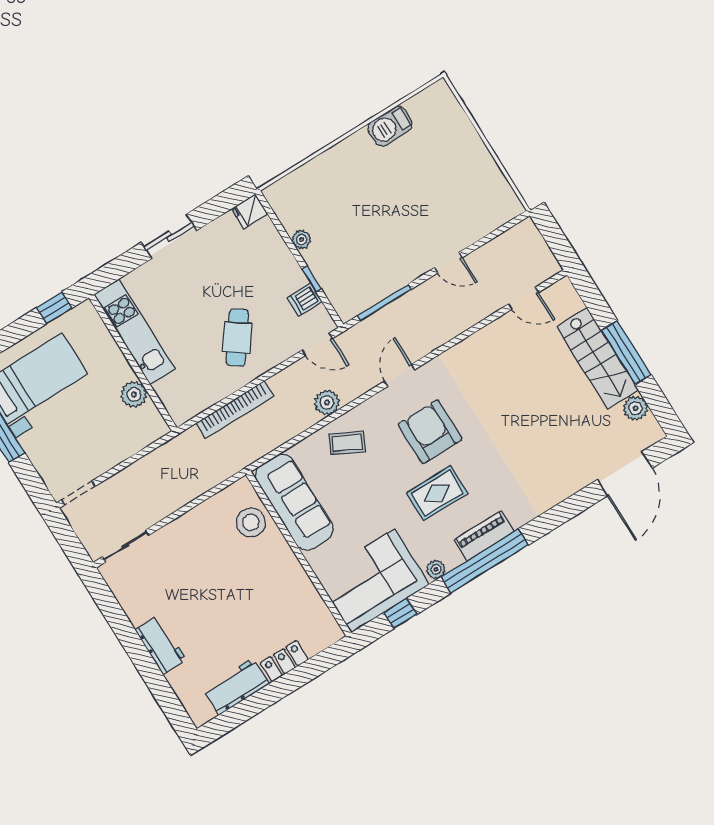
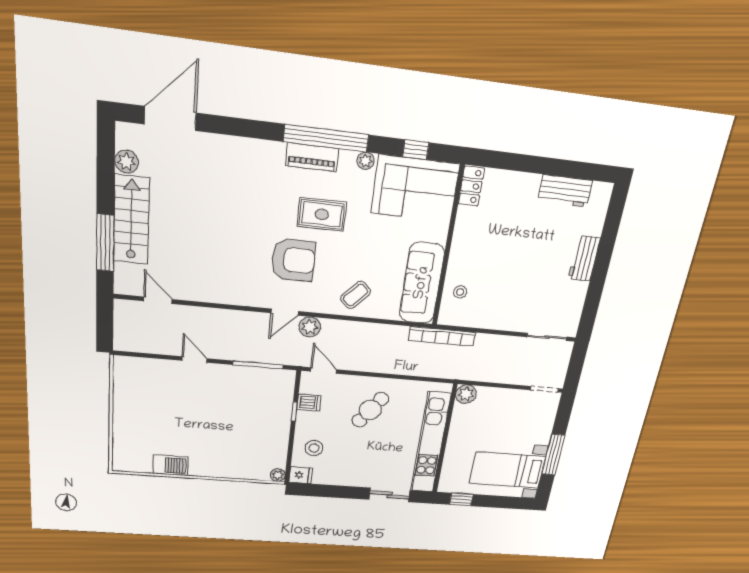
sliding door: (169, 236) -> (390, 495), moved
plant: (302, 239) -> (278, 475), moved
stool: (260, 253) -> (314, 448), added
kitchen unit: (134, 331) -> (431, 443), width x1.36
window: (626, 352) -> (105, 243), moved
plant: (134, 394) -> (466, 394), moved
plant: (327, 402) -> (310, 327), moved
bookcase: (235, 410) -> (442, 336), moved, turned 180
armchair: (430, 432) -> (293, 260), turned -90
coffee table: (347, 443) -> (356, 295), turned -74
stool: (251, 522) -> (460, 292), width x0.53, depth x0.53
locker: (284, 661) -> (471, 186), moved, turned -90

